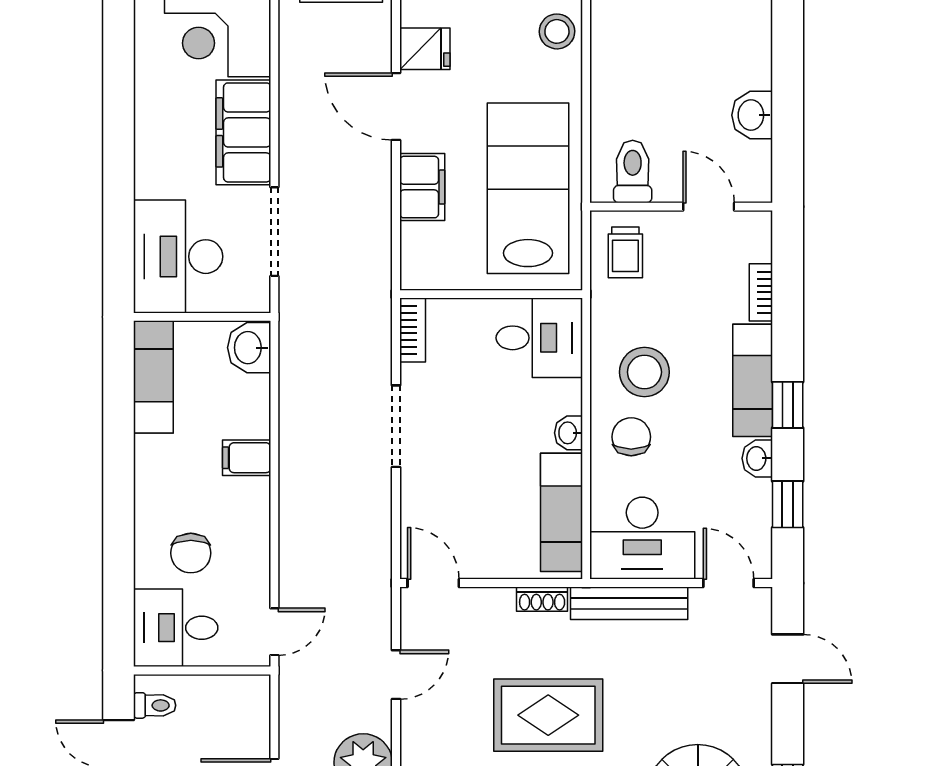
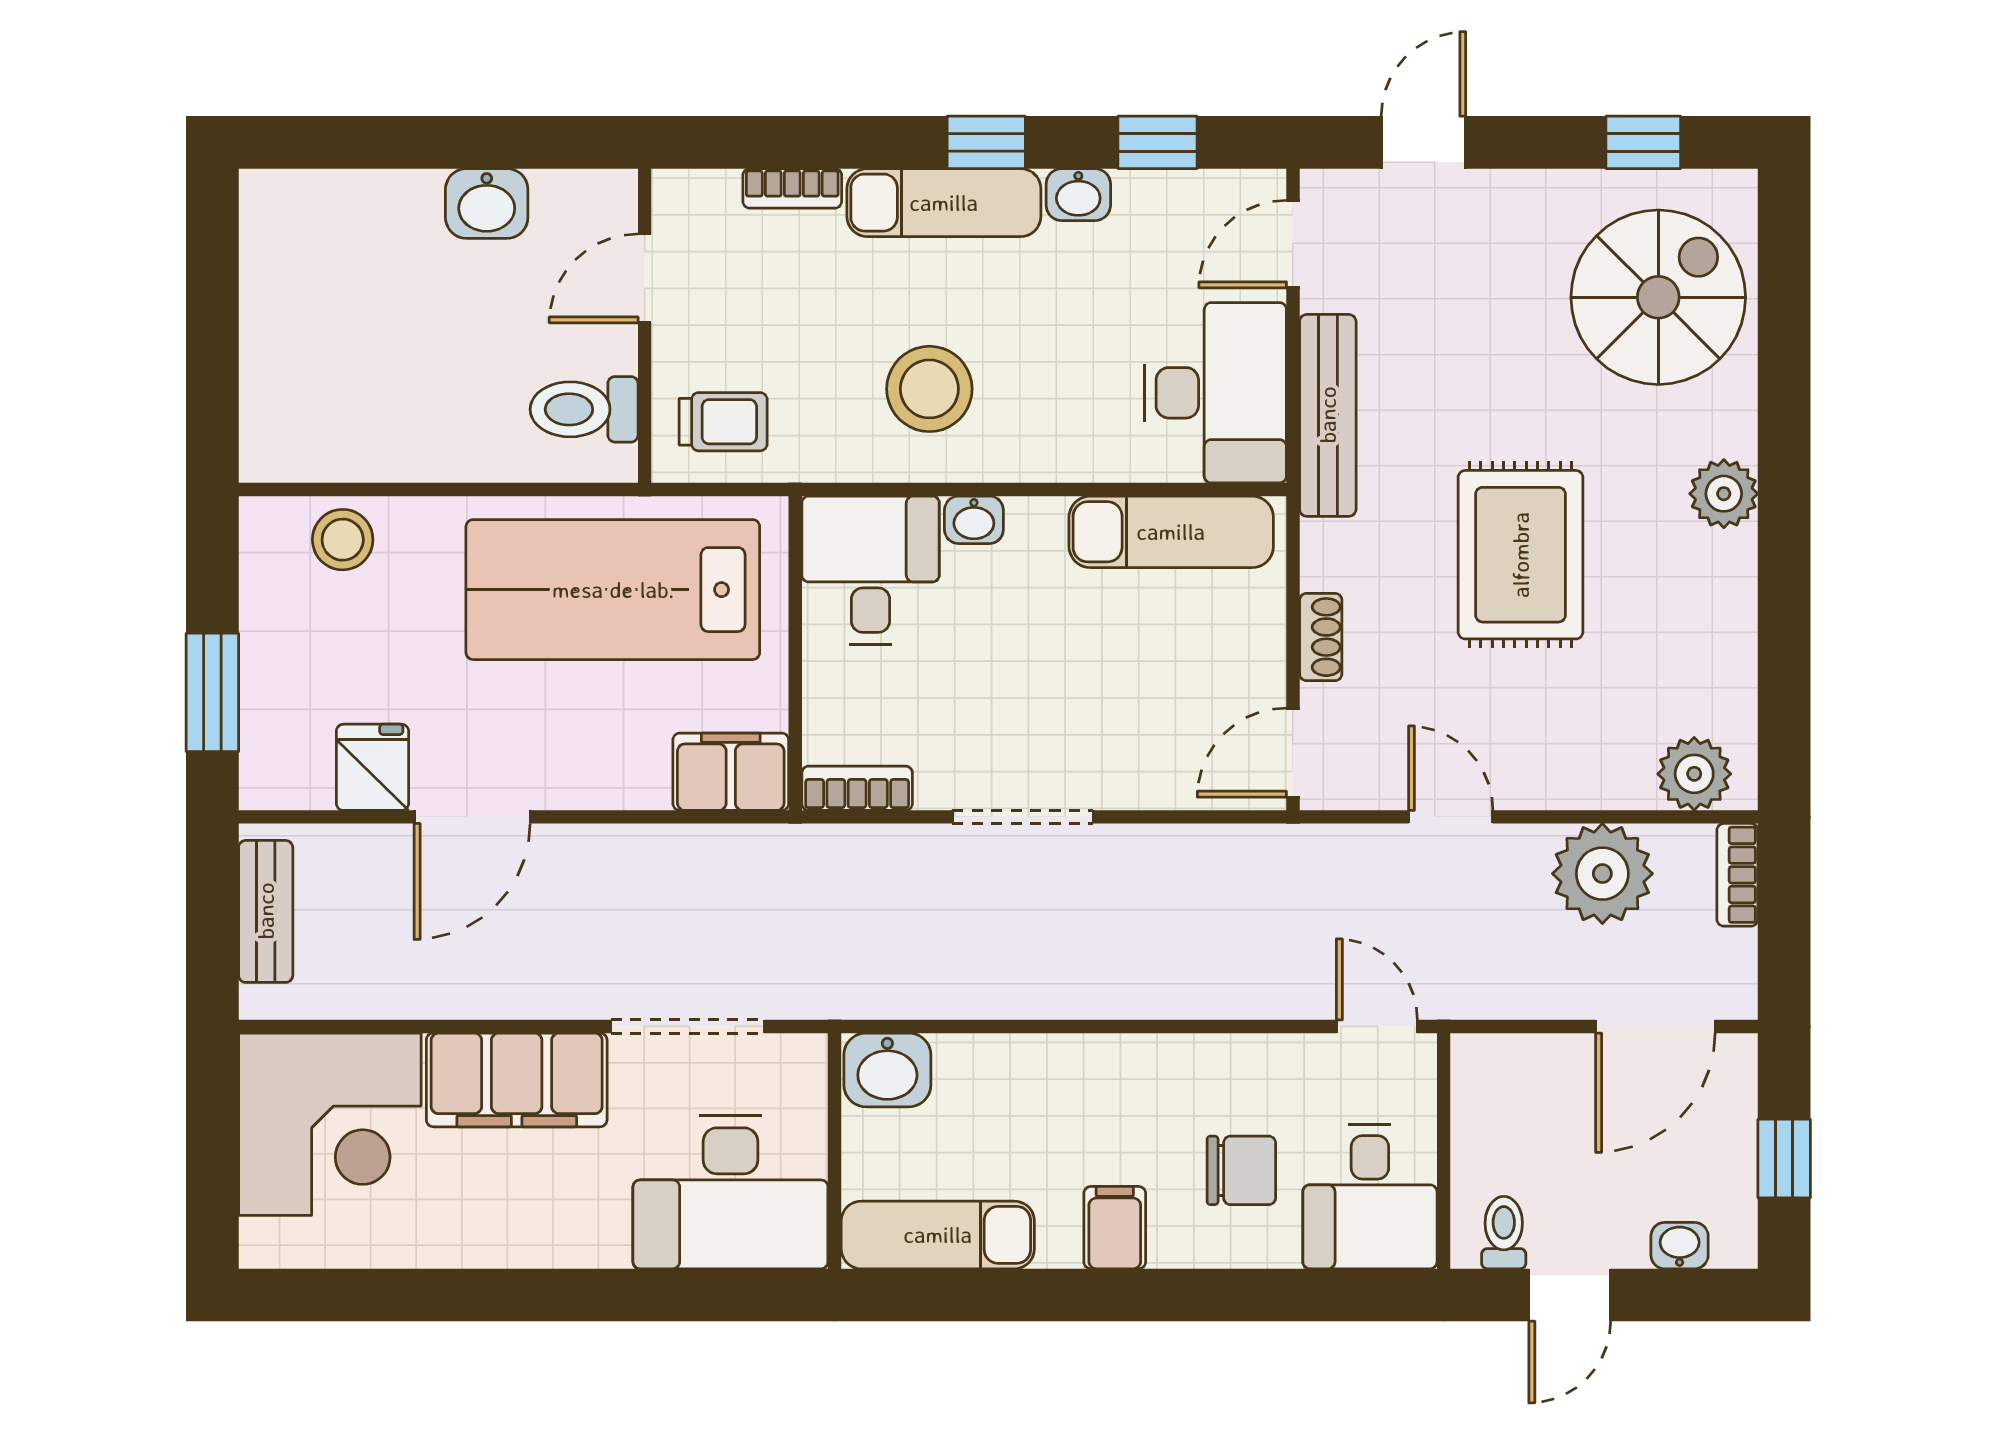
filing cabinet: (422, 187) -> (731, 772), moved
washbasin: (568, 433) -> (974, 520), moved
chair: (631, 437) -> (1041, 412), removed
filing cabinet: (247, 458) -> (1115, 1228), moved, turned 180
shoe rack: (542, 599) -> (1321, 637), moved

